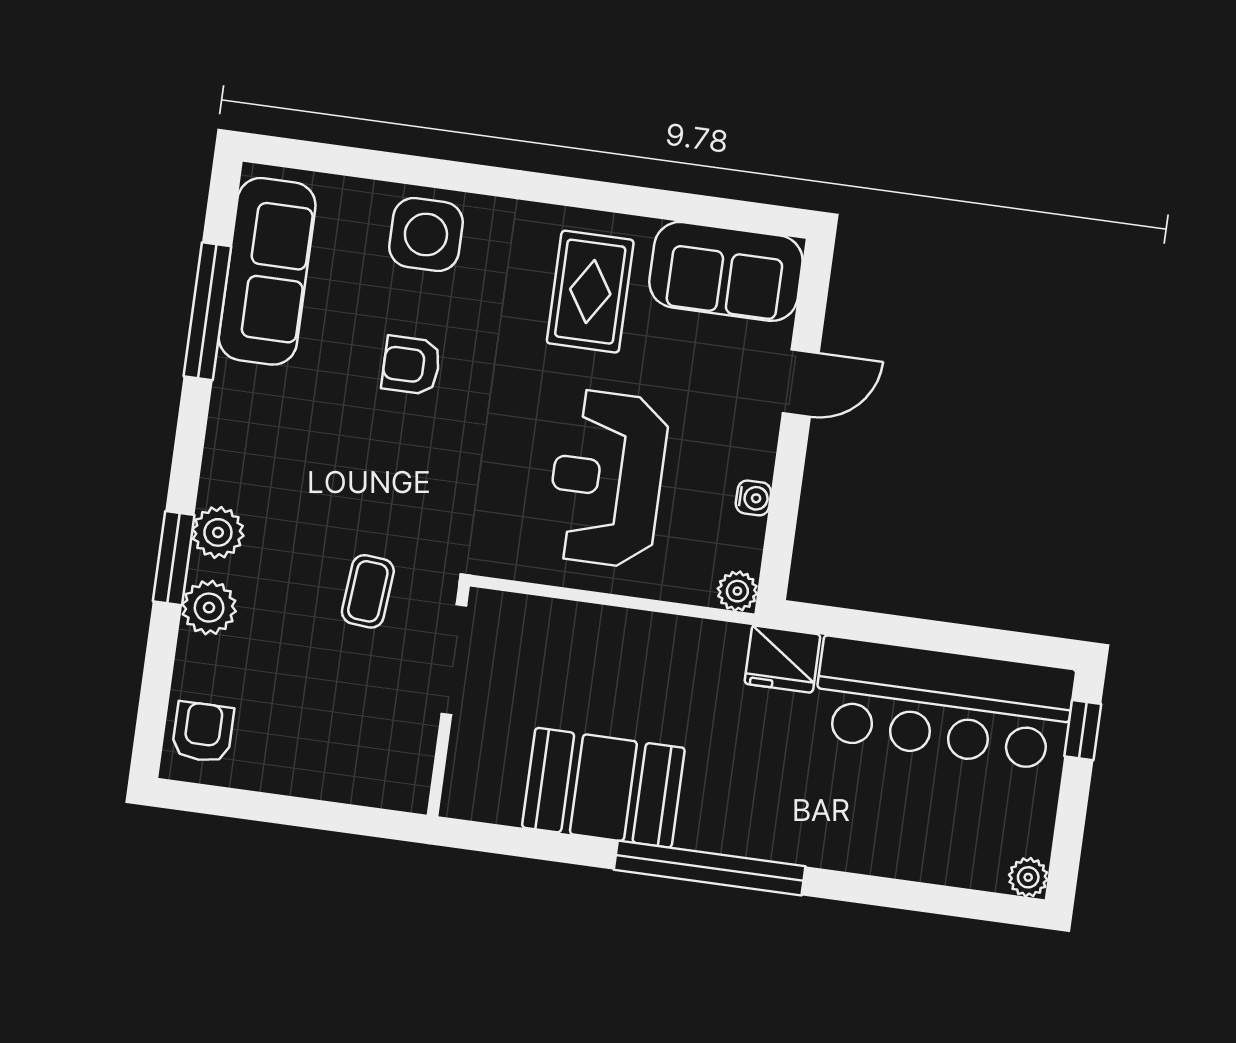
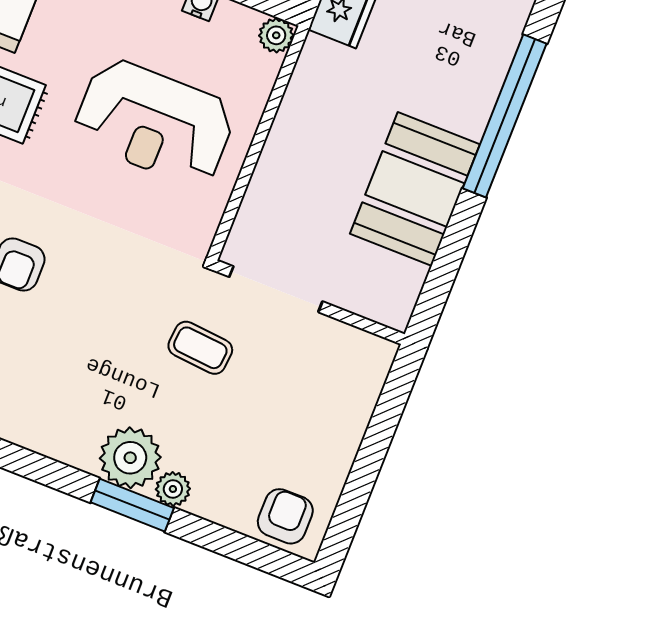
plant: (218, 532) -> (130, 458), width x1.36, depth x1.36
plant: (209, 608) -> (173, 489), width x0.73, depth x0.73
armchair: (203, 732) -> (285, 516), turned 90

